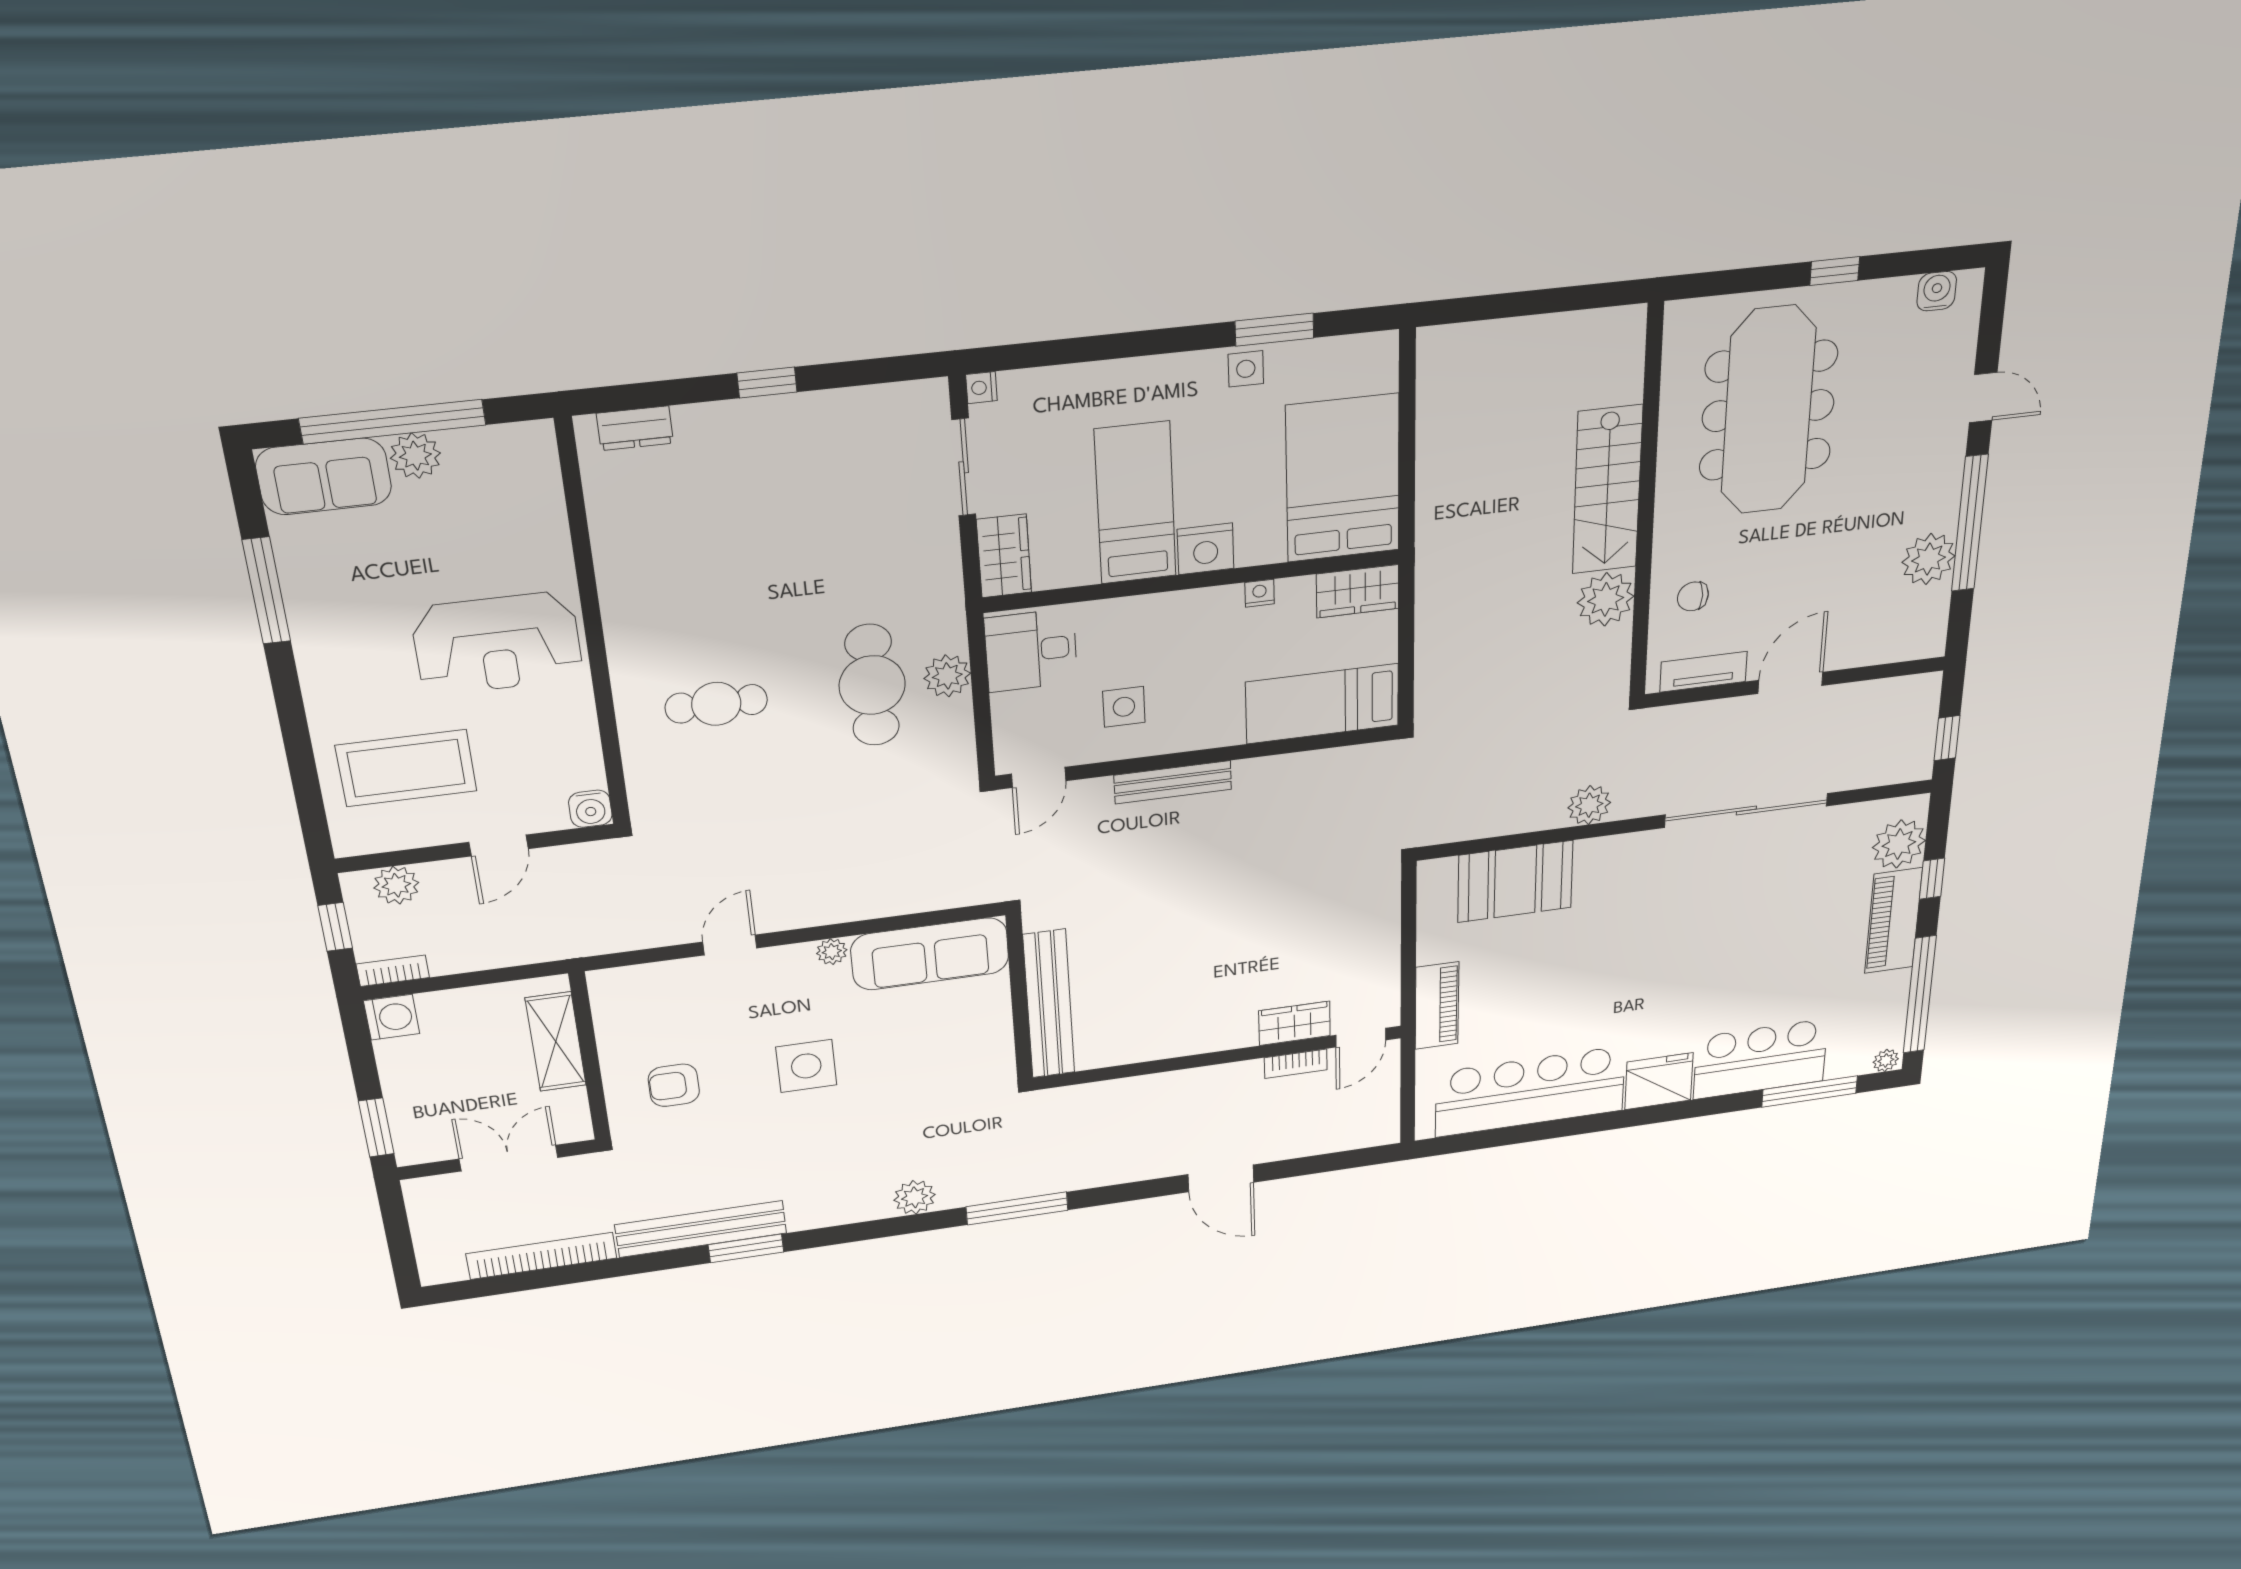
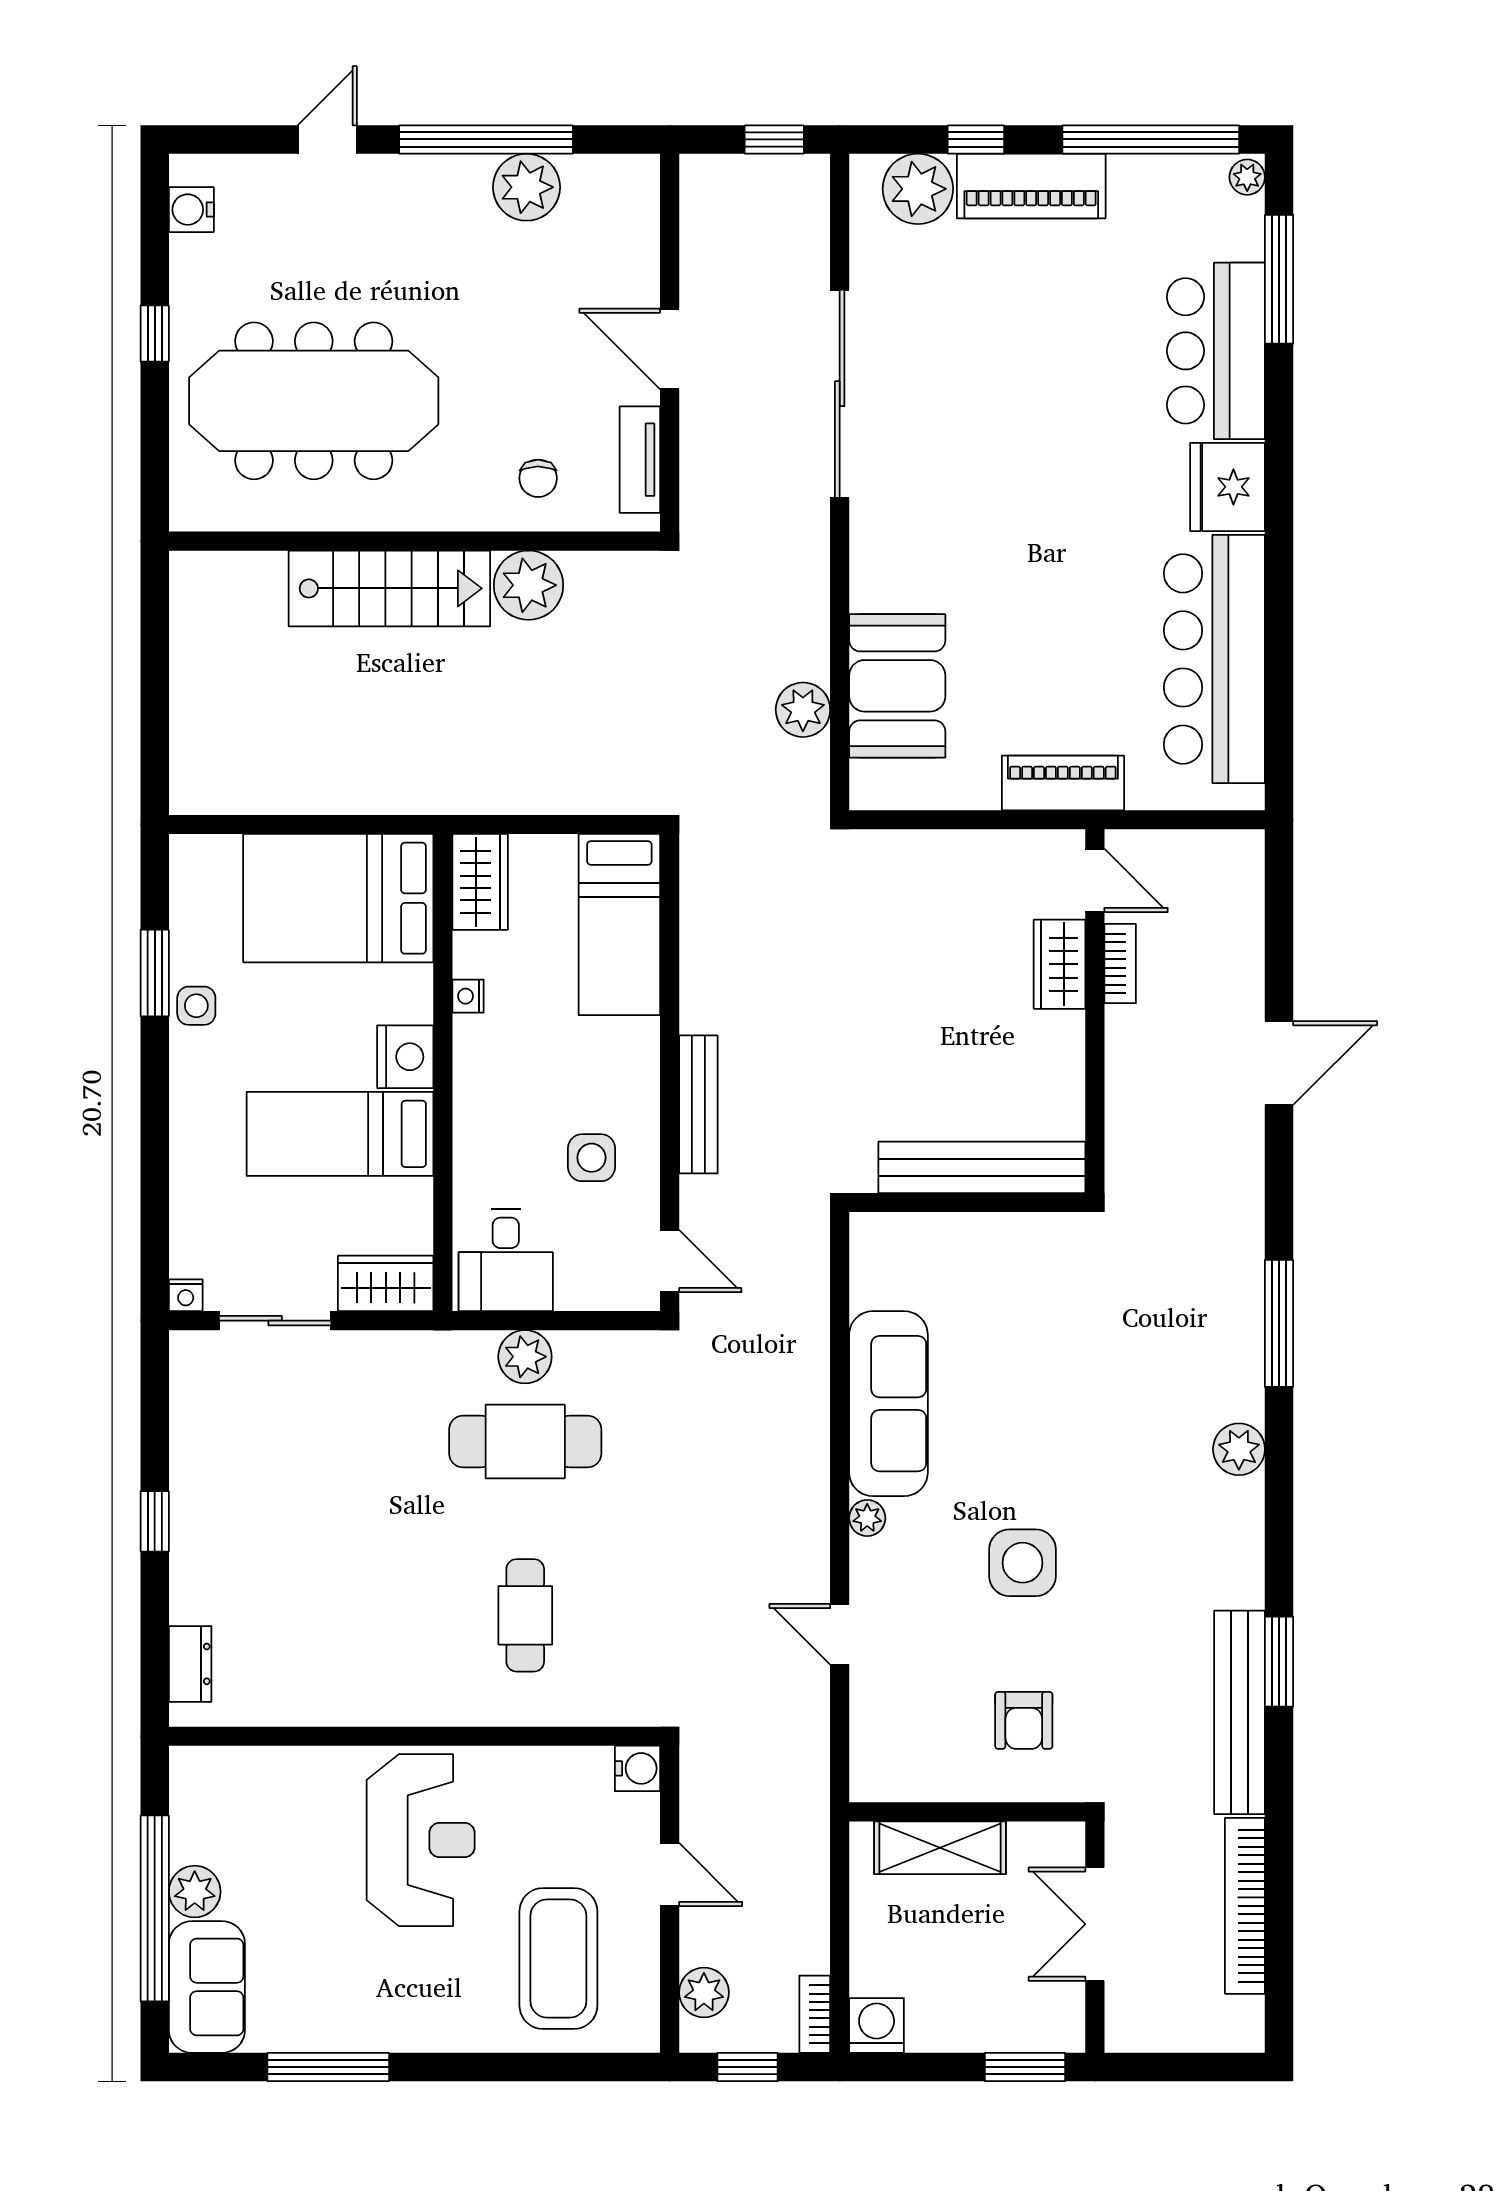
plant: (1589, 805) -> (803, 710), moved
wall: (1019, 998) -> (967, 1202), moved
bench: (1049, 1004) -> (982, 1167), moved

